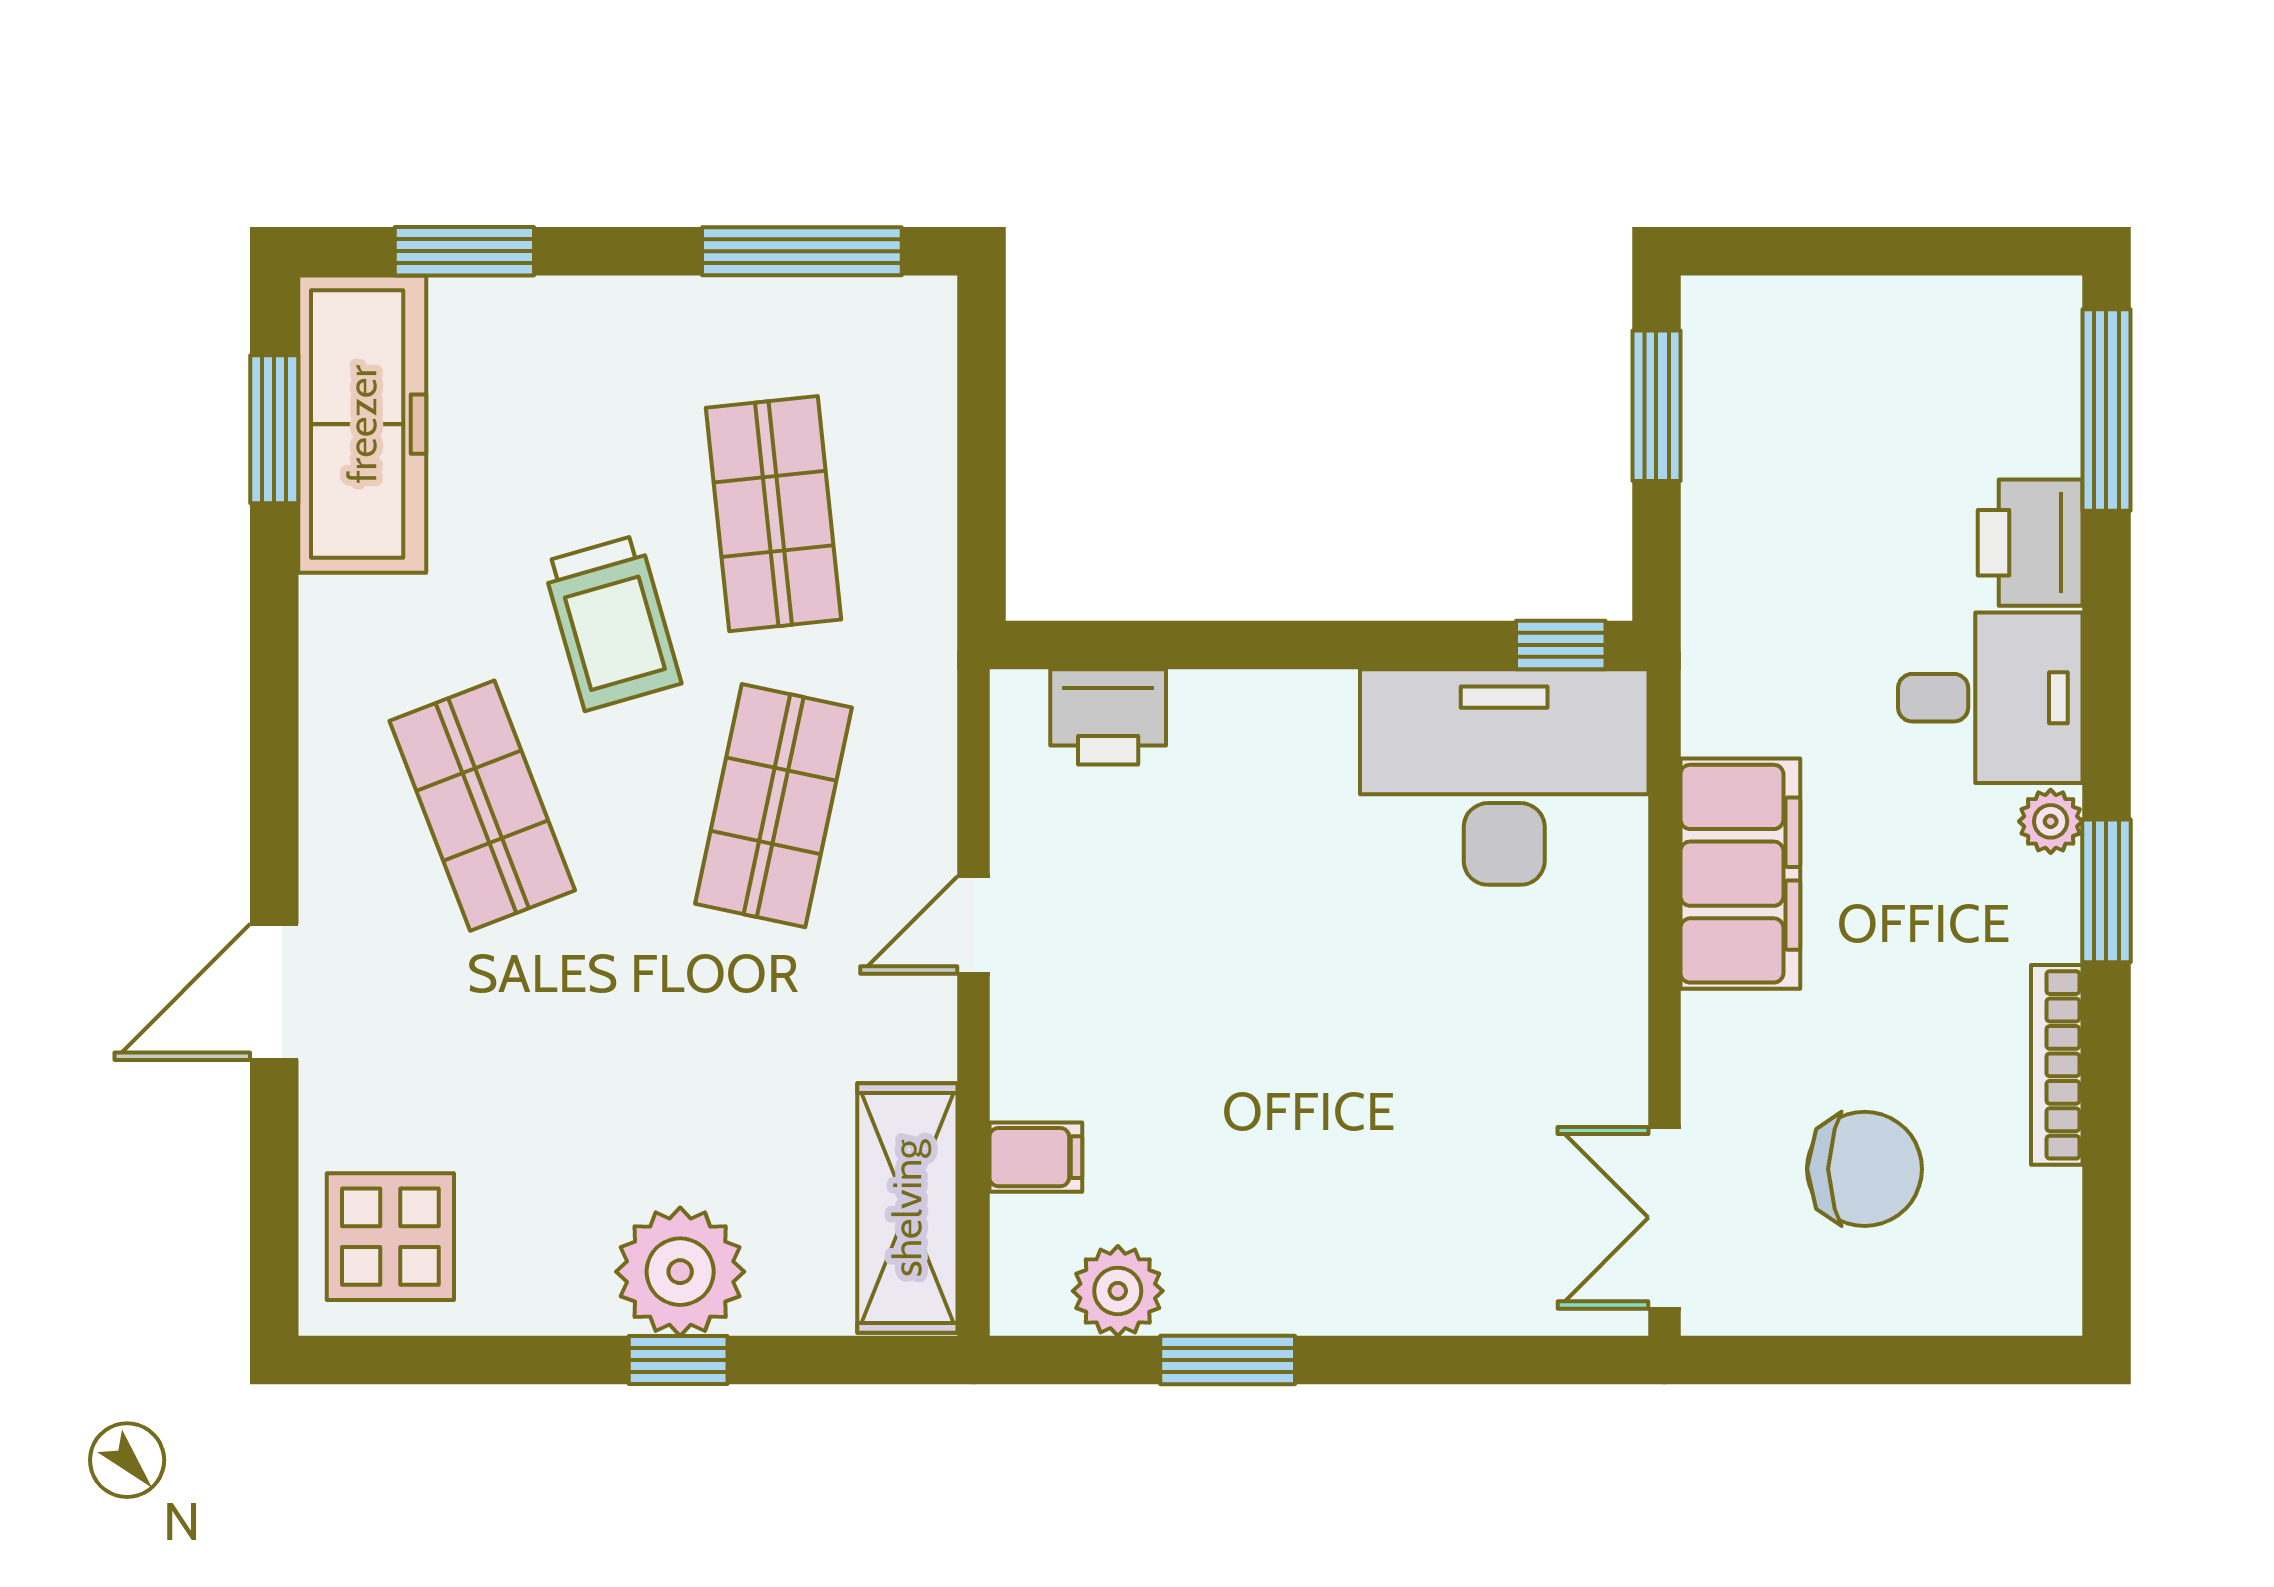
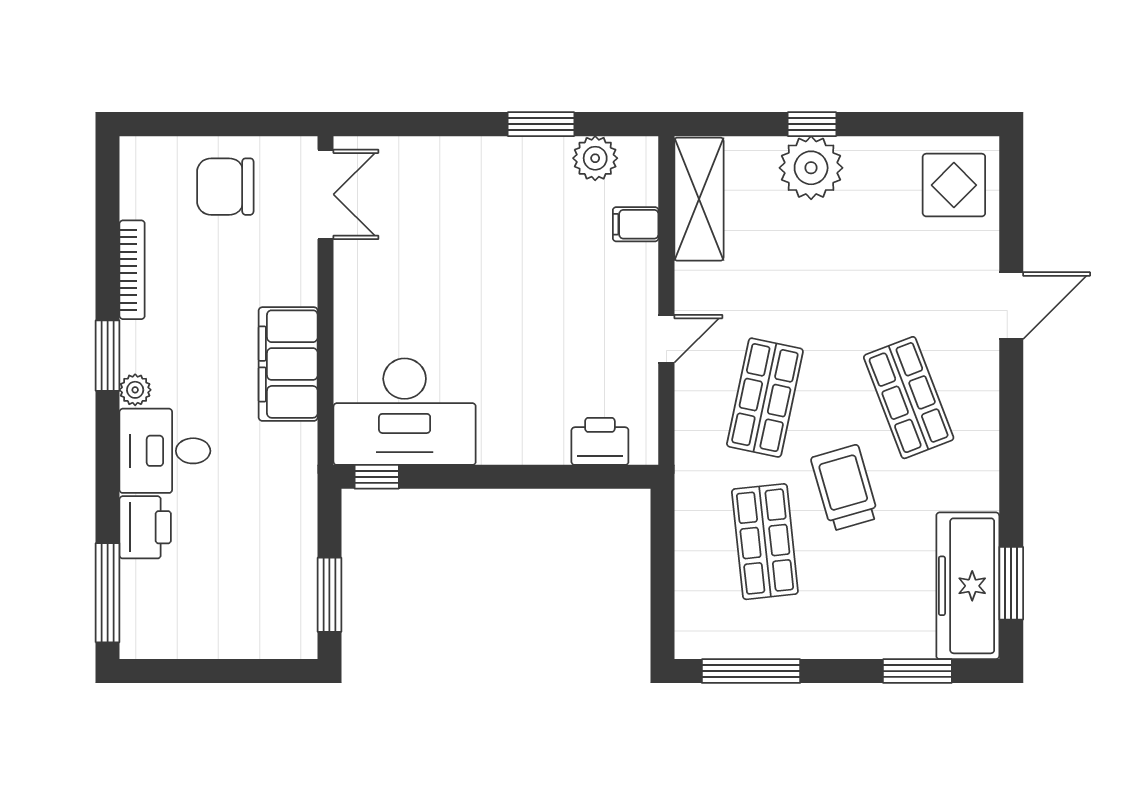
chair: (1865, 1169) -> (225, 187), moved

